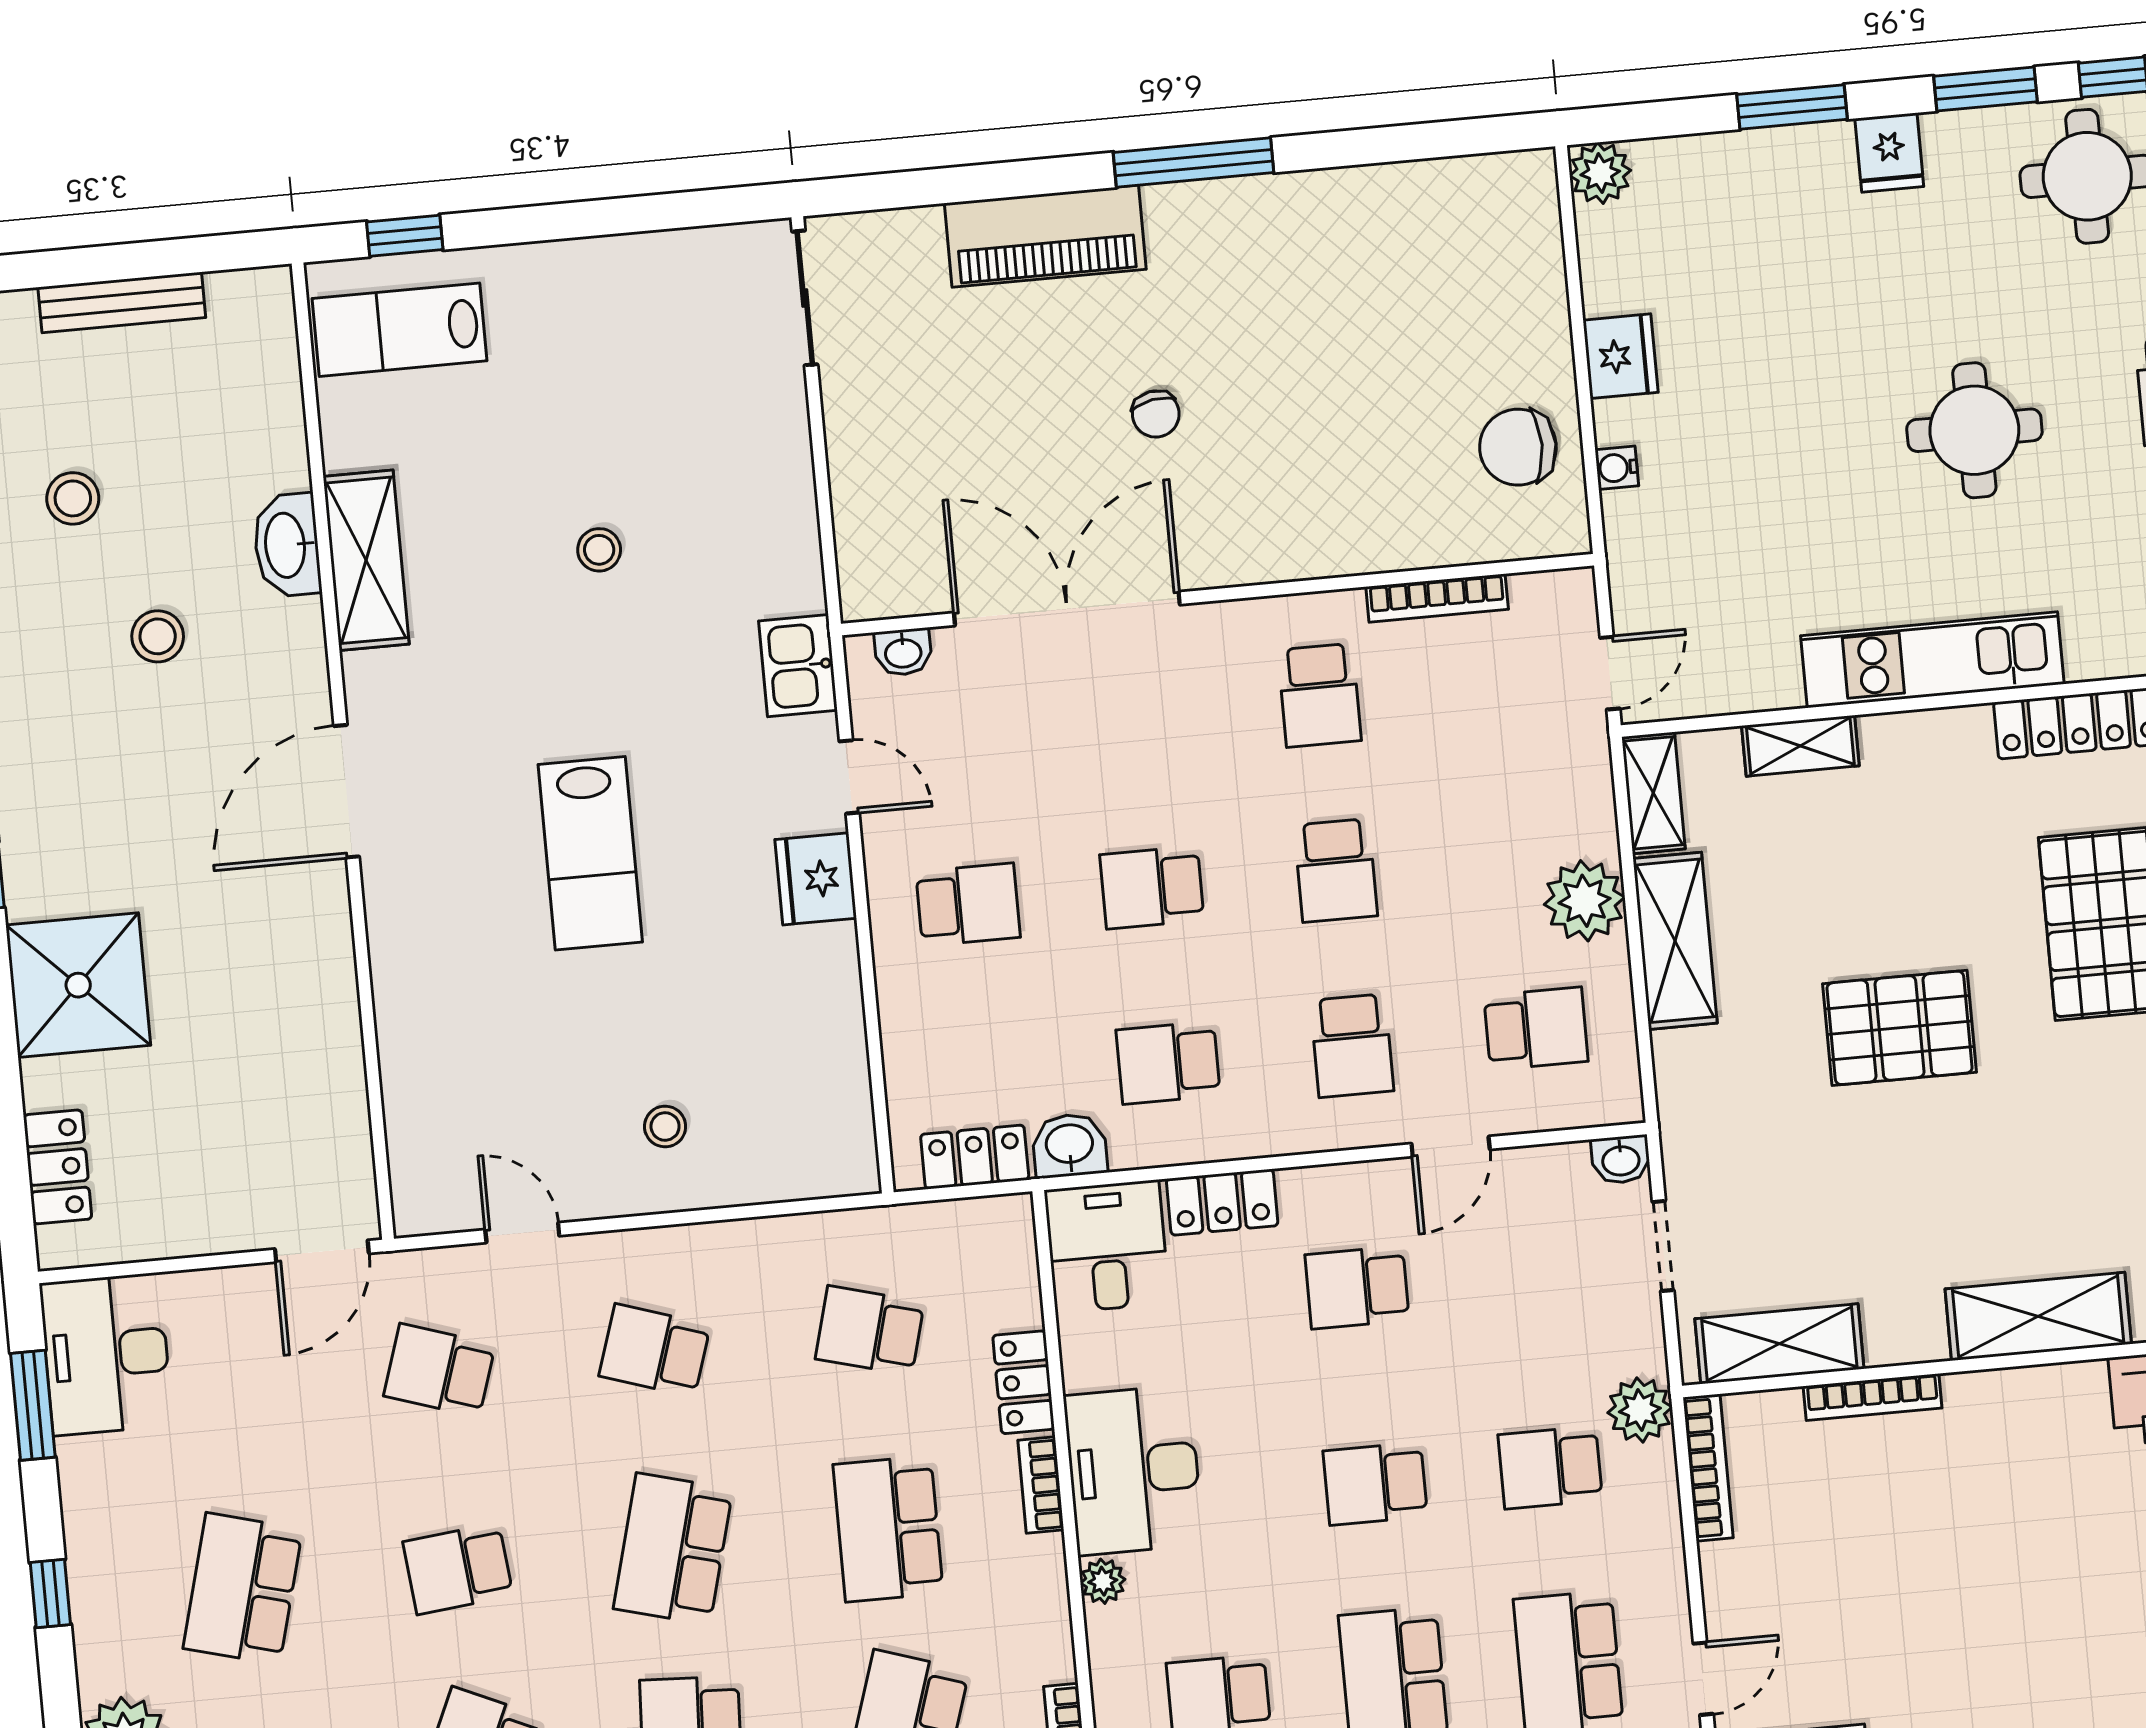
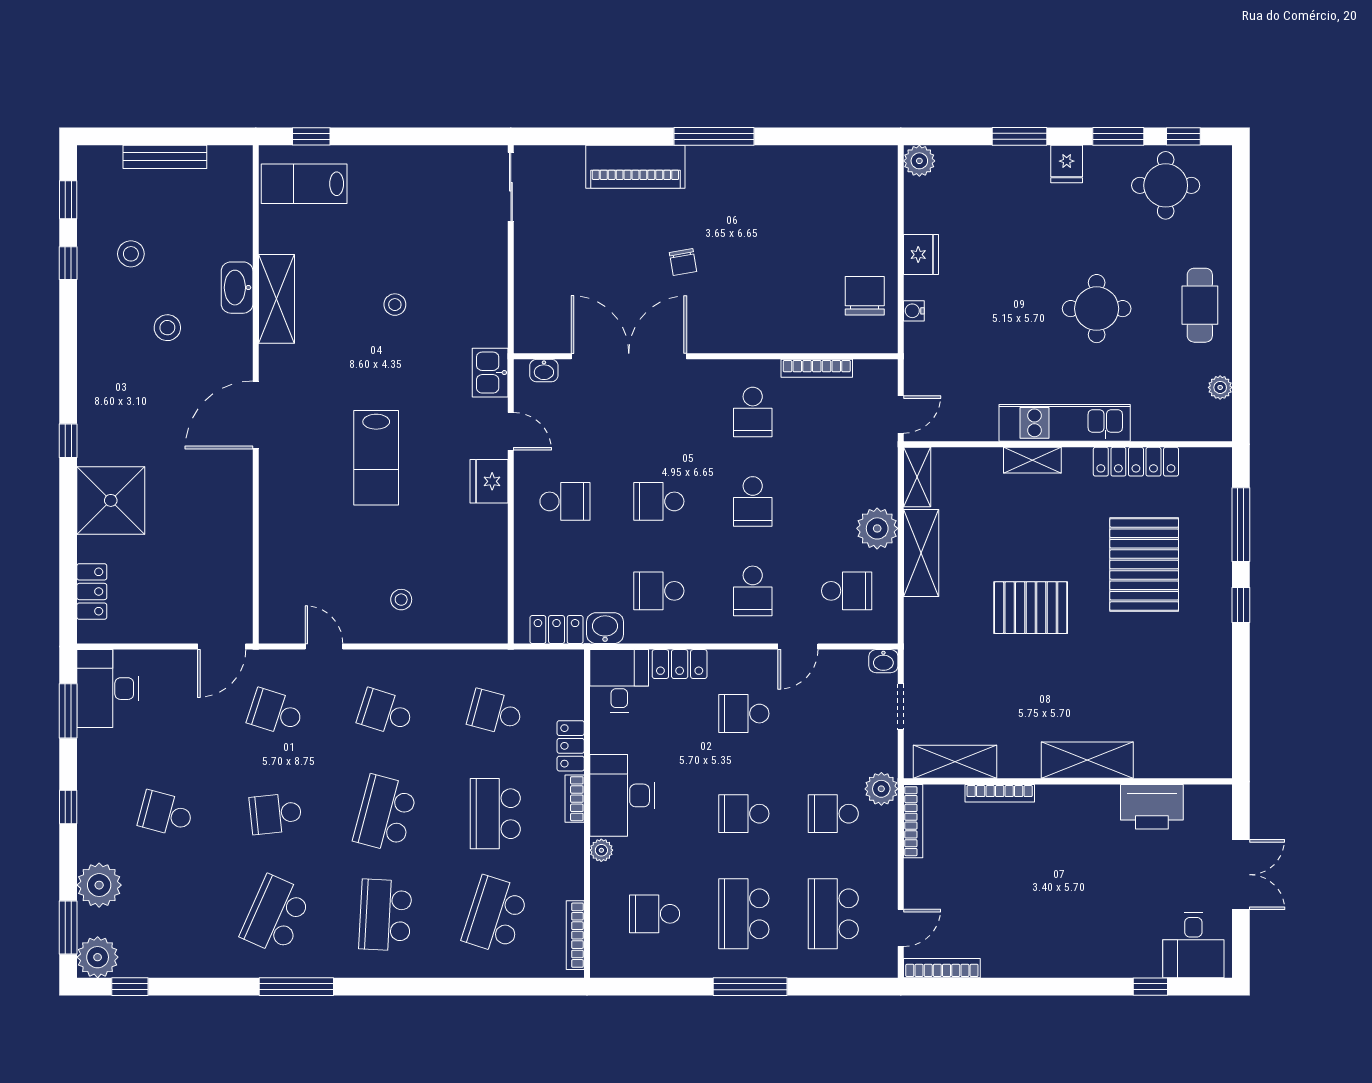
chair: (1518, 447) -> (865, 296), turned 90
shelving: (1800, 746) -> (1032, 460), moved
school desk: (243, 1589) -> (166, 814), width x0.54

